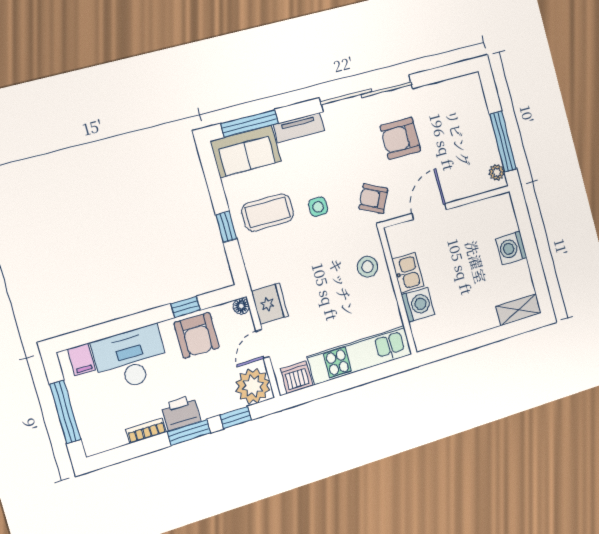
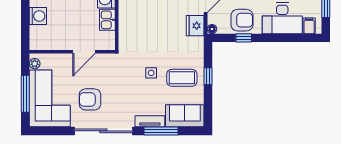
window: (250, 123) -> (161, 131), moved
corner sofa: (461, 124) -> (50, 98), added
armchair: (400, 138) -> (90, 99), turned 180
window: (503, 142) -> (25, 94), moved
armchair: (373, 199) -> (116, 69), removed
stool: (368, 267) -> (131, 30), removed
armchair: (197, 335) -> (242, 20), turned 90

